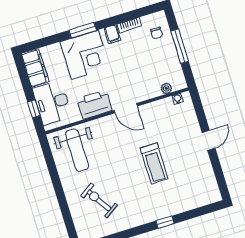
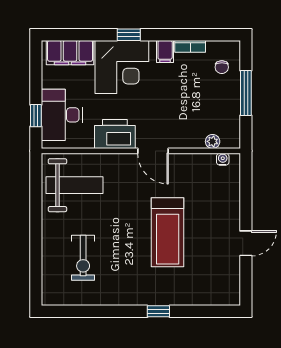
window: (83, 30) -> (129, 35), width x0.67
filing cabinet: (35, 68) -> (70, 53), moved, turned 90
door: (209, 140) -> (246, 243), moved
weight bench: (77, 150) -> (75, 185), turned -90
treadmill: (154, 163) -> (168, 232), width x1.37, depth x1.38
exercise bike: (99, 200) -> (83, 258), turned -147

